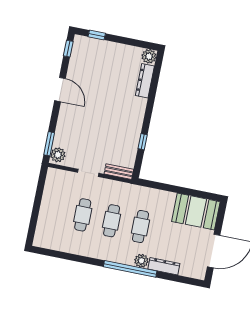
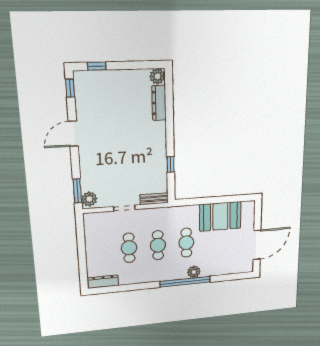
door: (60, 90) -> (73, 134), swing flipped
booth: (196, 212) -> (220, 216), moved
dresser: (164, 266) -> (103, 282), moved

